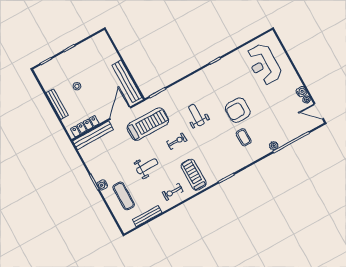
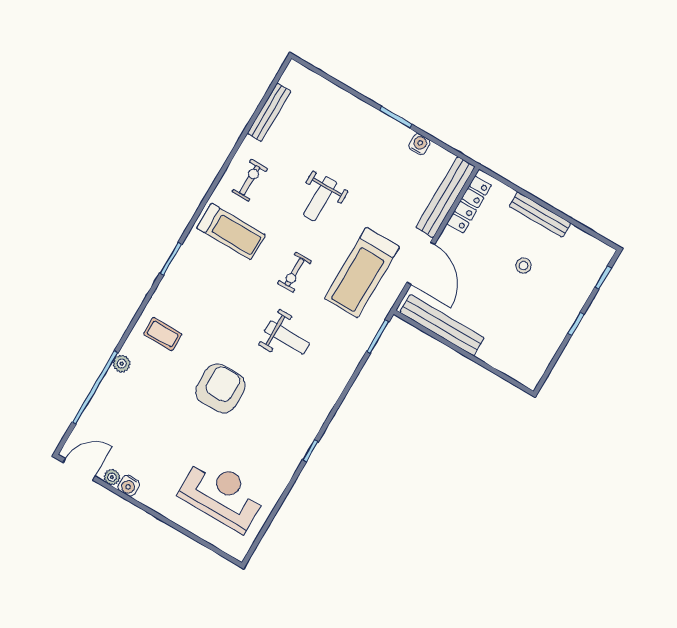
coffee table: (244, 137) -> (163, 334), moved
water cooler: (102, 185) -> (419, 144), moved
exercise mat: (124, 196) -> (330, 123), removed

